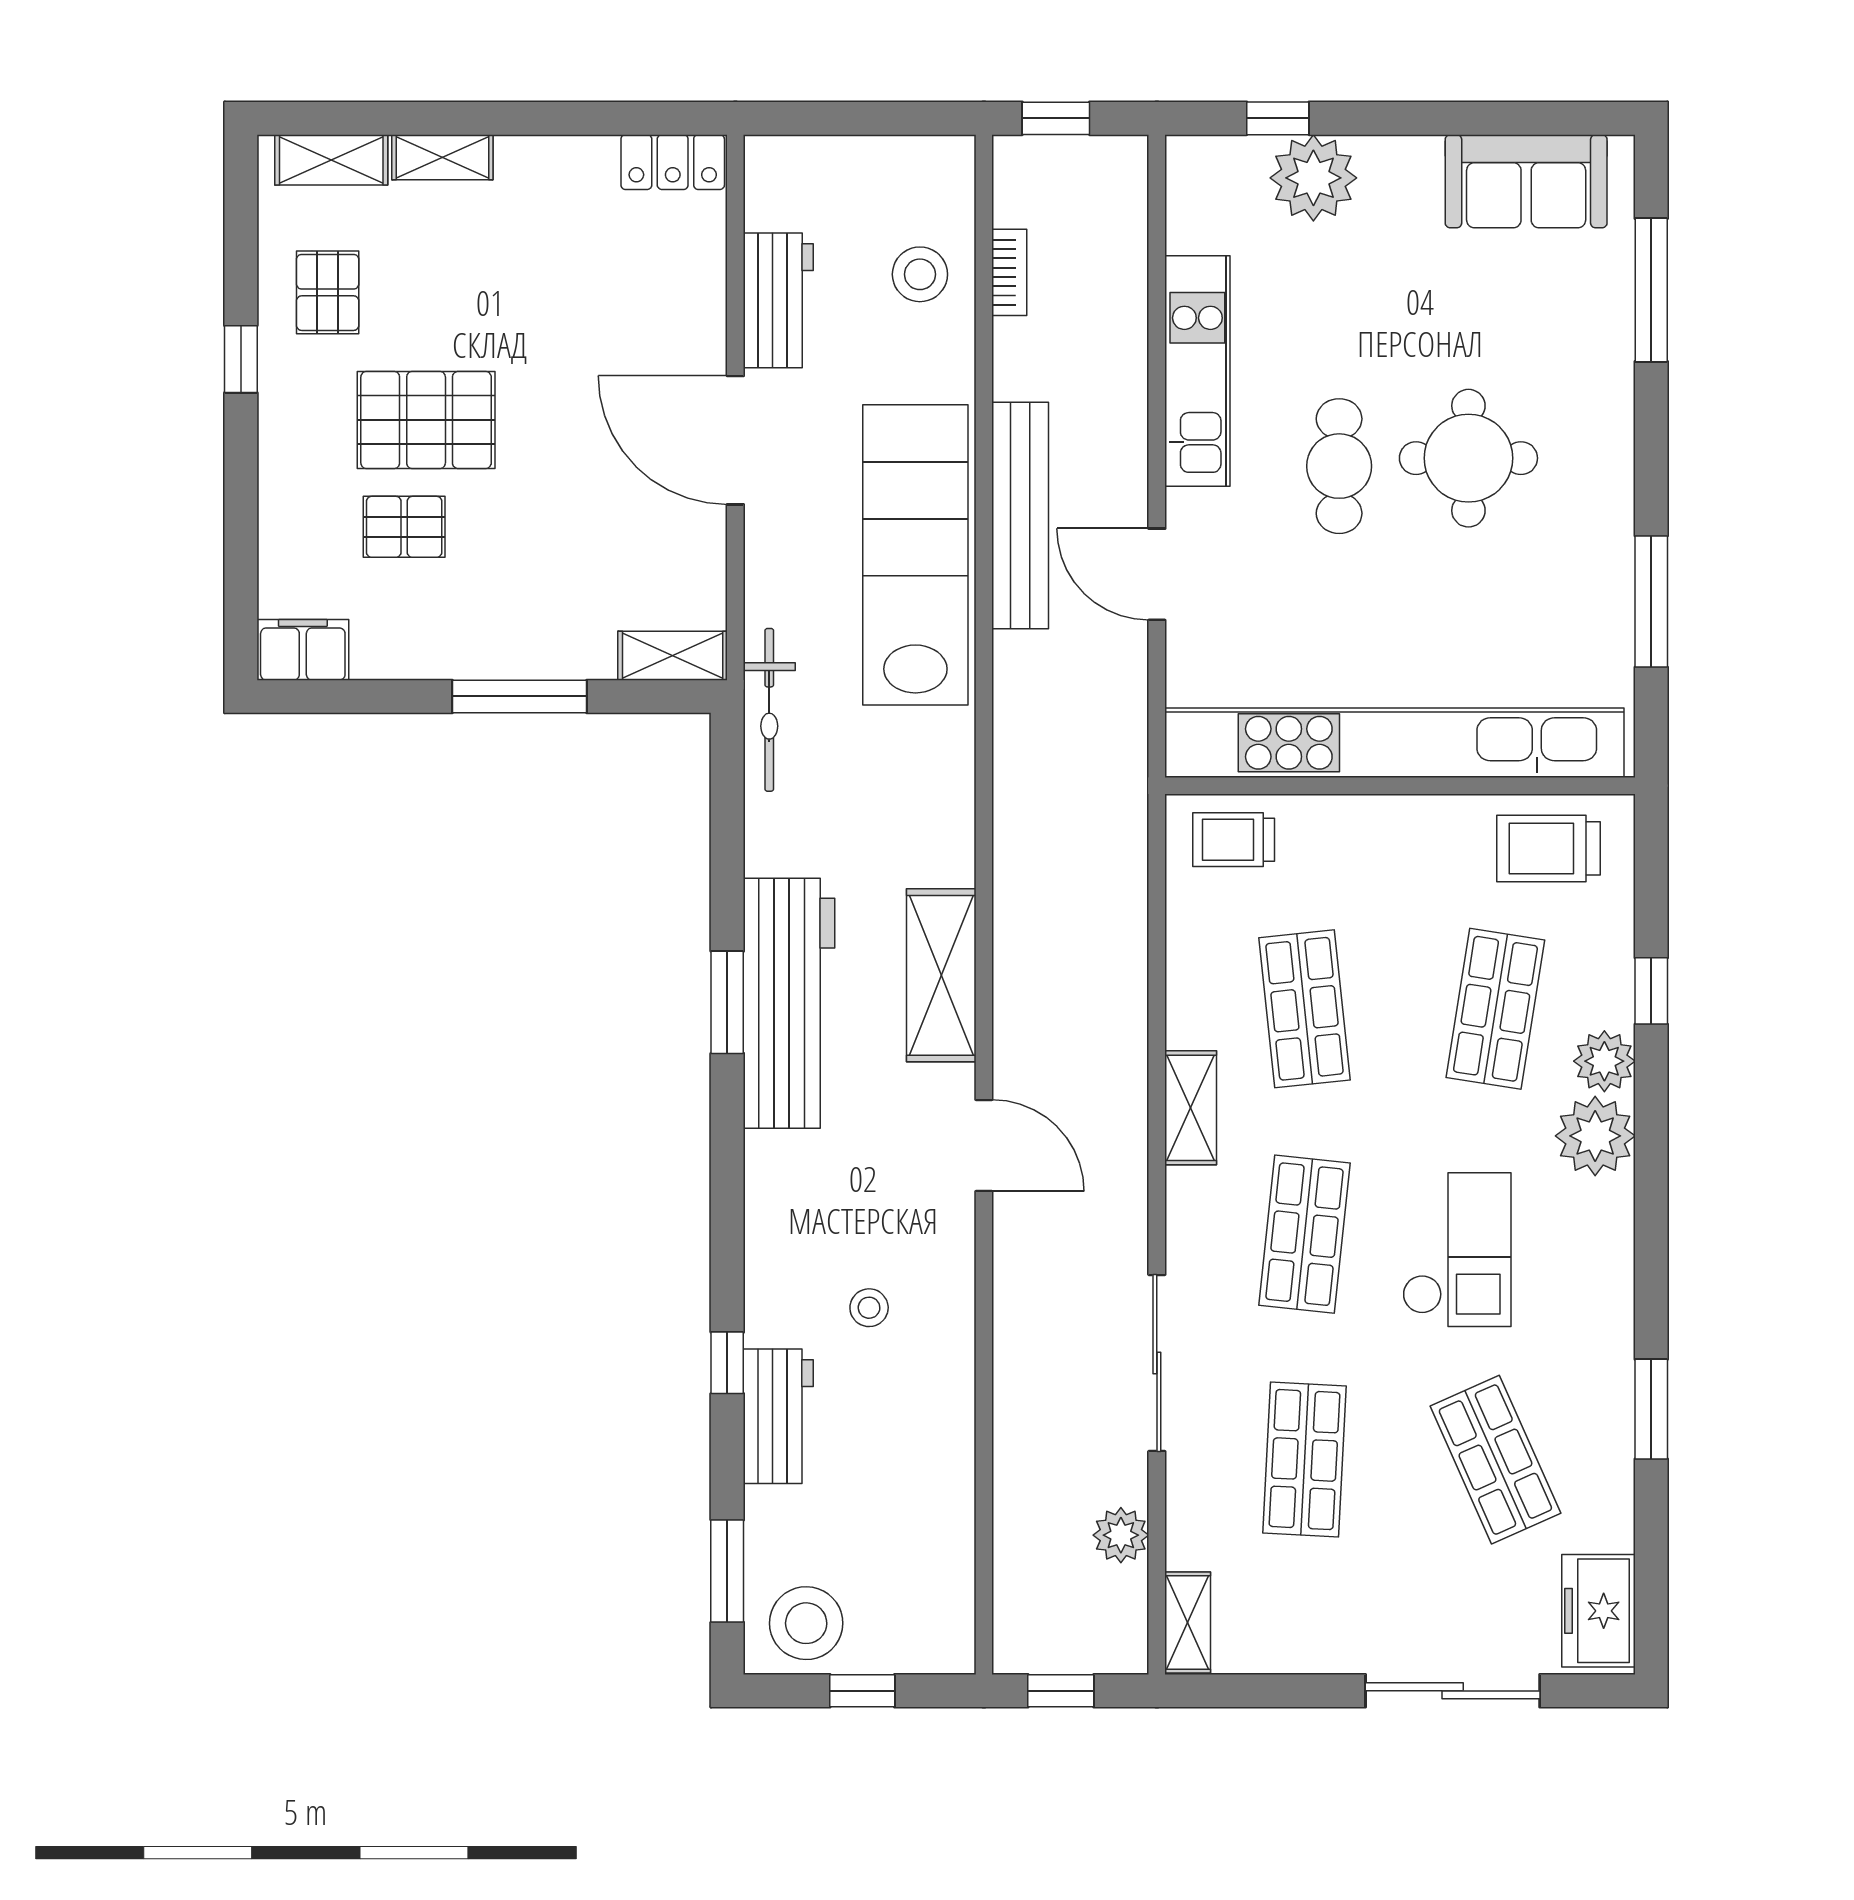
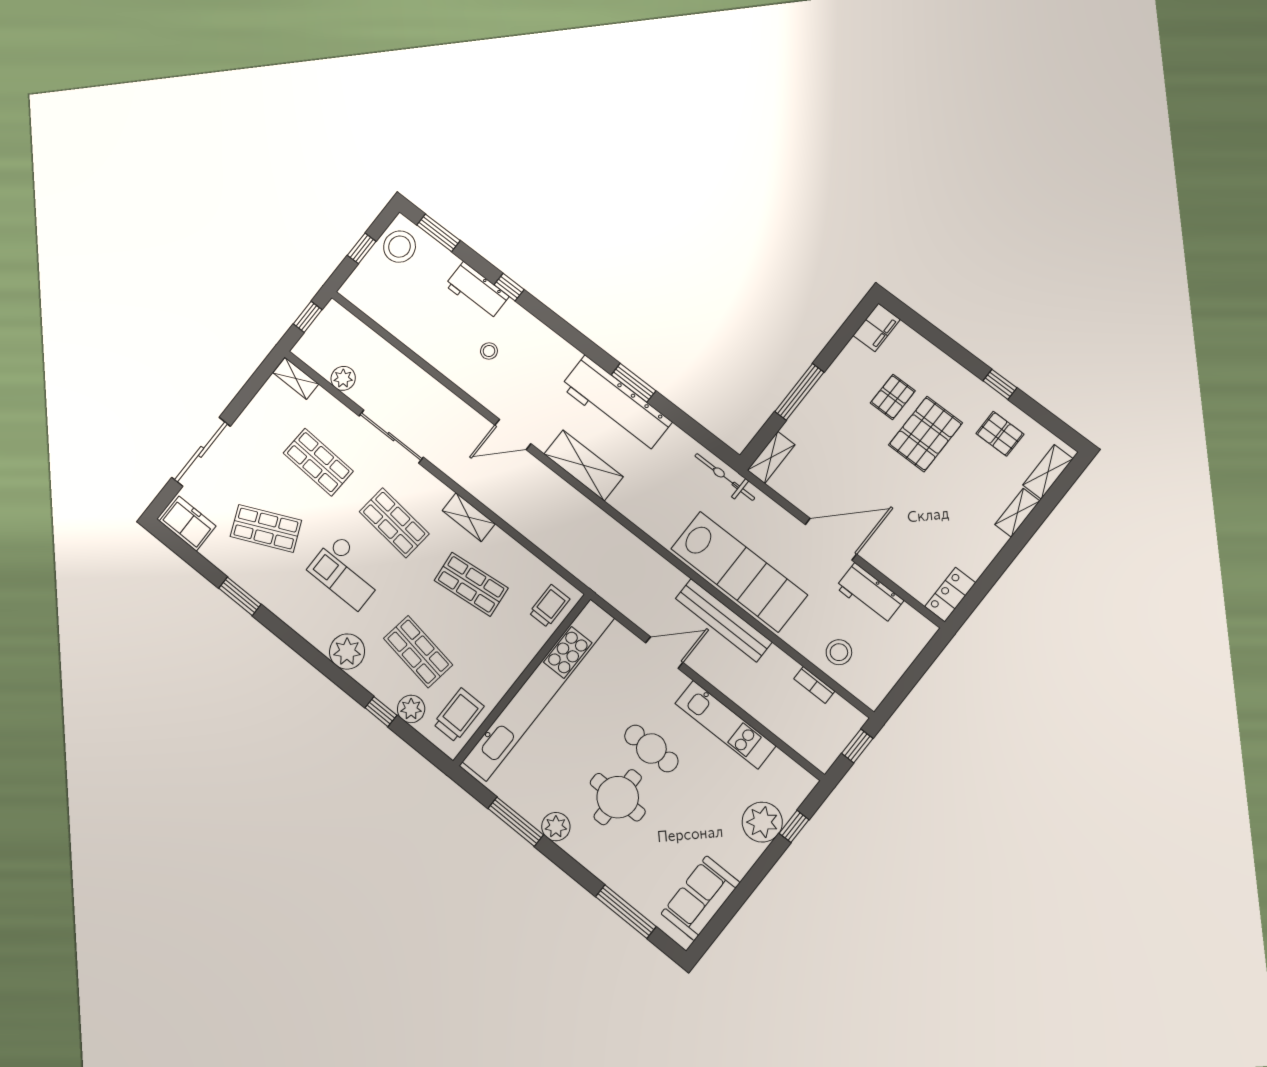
plant: (1604, 525) -> (556, 827), added
plant: (1604, 1061) -> (411, 709), moved

